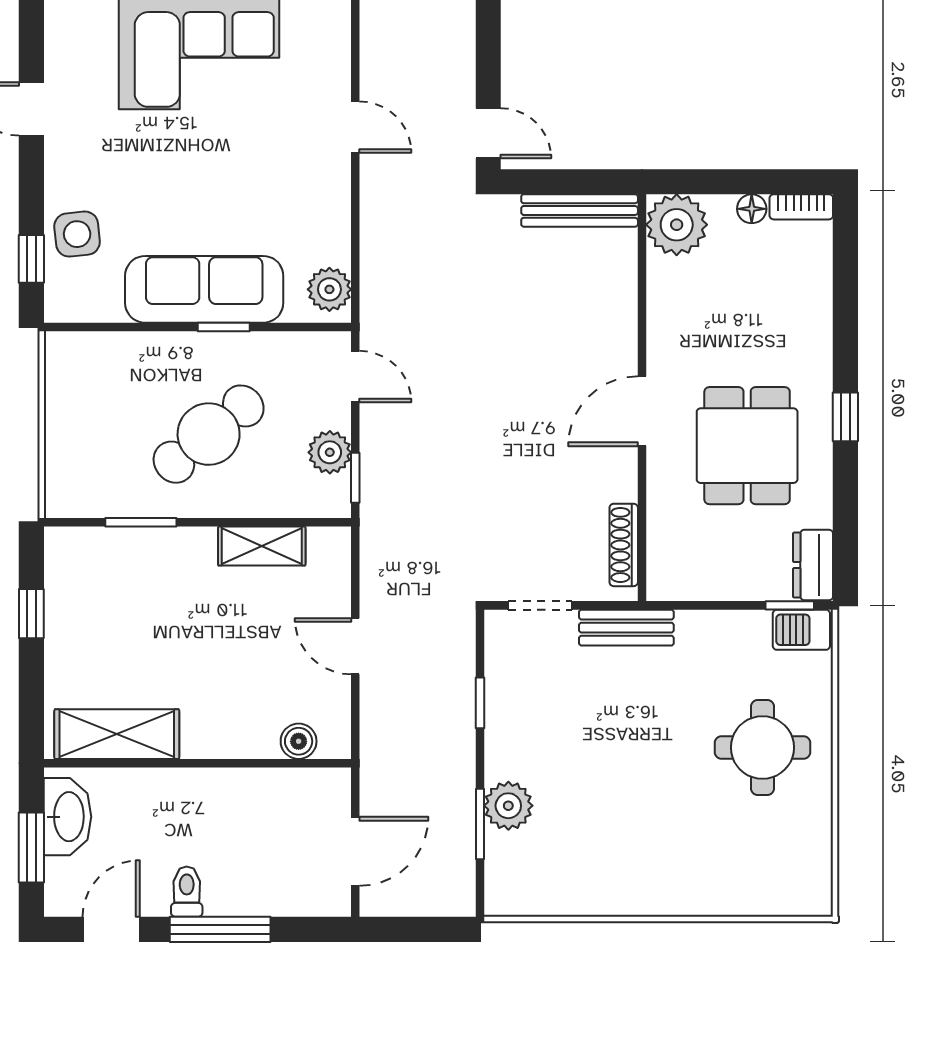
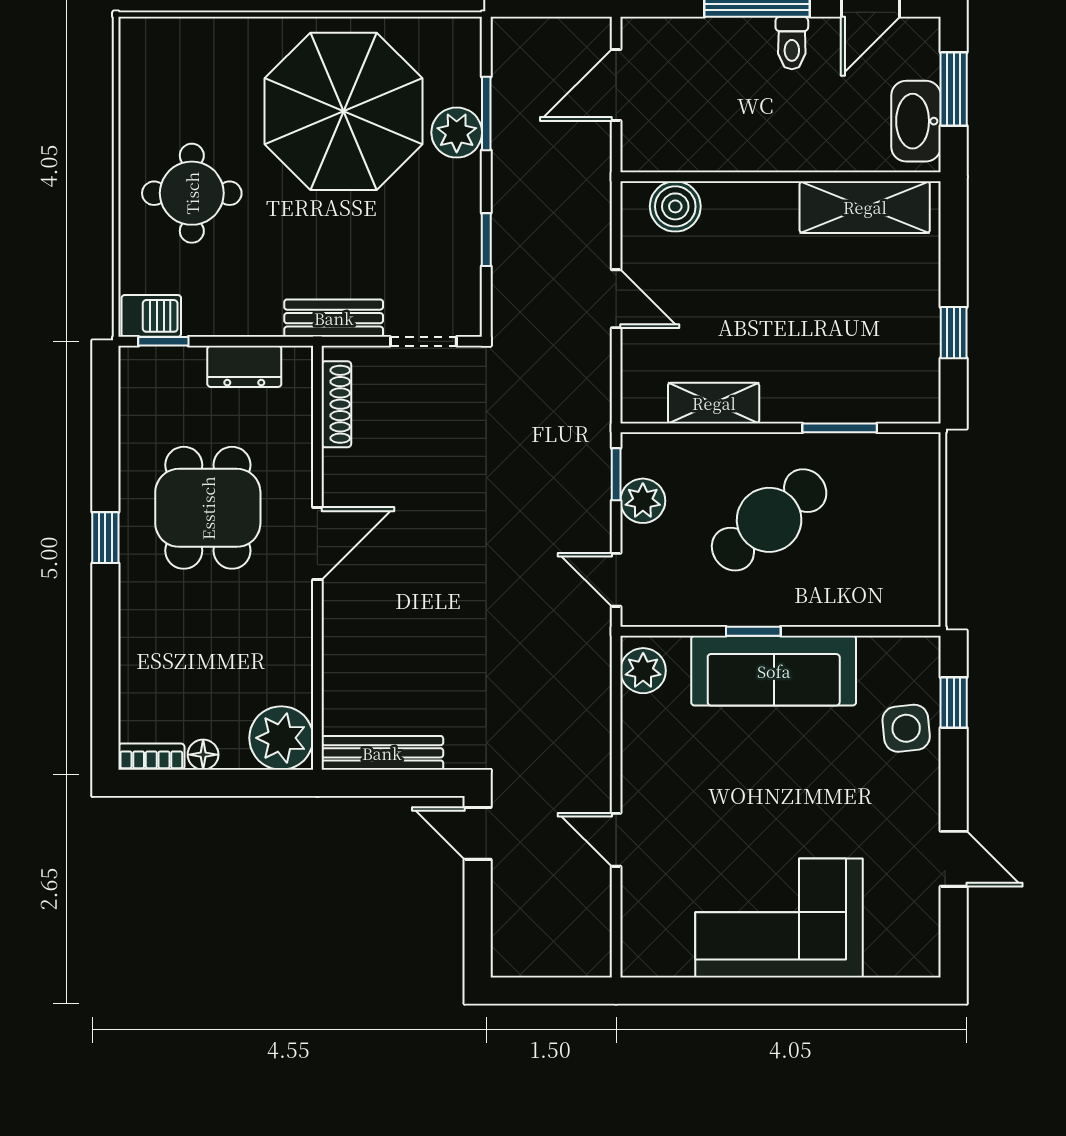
dresser: (813, 565) -> (244, 366), moved, turned 90
boiler: (299, 741) -> (675, 206), width x1.36, depth x1.36
parasol: (617, 826) -> (344, 111), added

